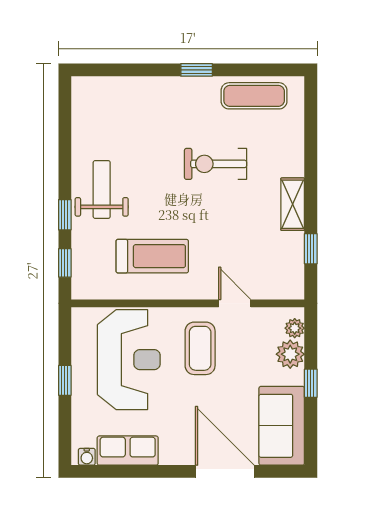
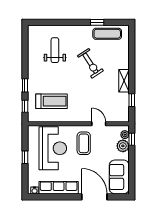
window: (197, 70) -> (97, 22), moved
exercise bike: (215, 164) -> (90, 63), turned -123
weight bench: (102, 189) -> (55, 50), moved
treadmill: (152, 256) -> (51, 101), moved
window: (311, 383) -> (132, 139), moved
row of seats: (128, 451) -> (59, 188), width x1.48

